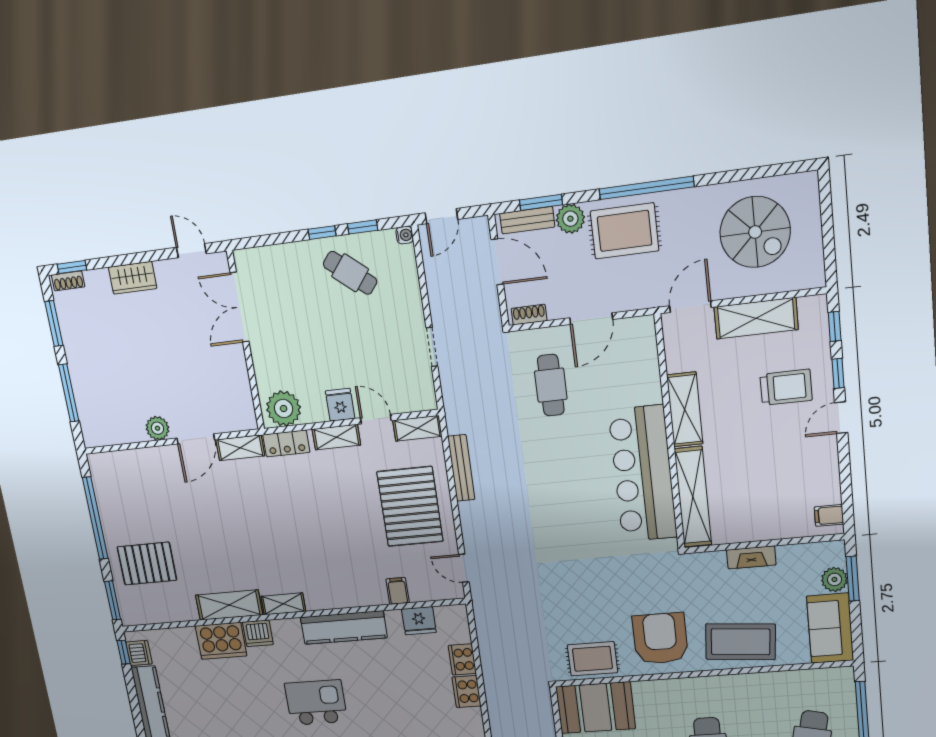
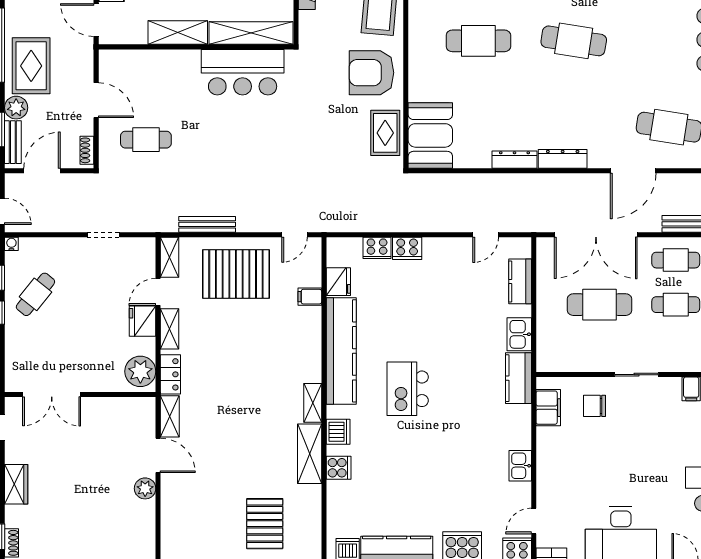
fridge: (340, 405) -> (143, 321), width x1.38
bar counter: (643, 474) -> (243, 72), width x0.73
kitchen counter: (344, 628) -> (341, 351), width x1.39, depth x1.17
cooker: (221, 641) -> (339, 468), width x0.53, depth x0.76

